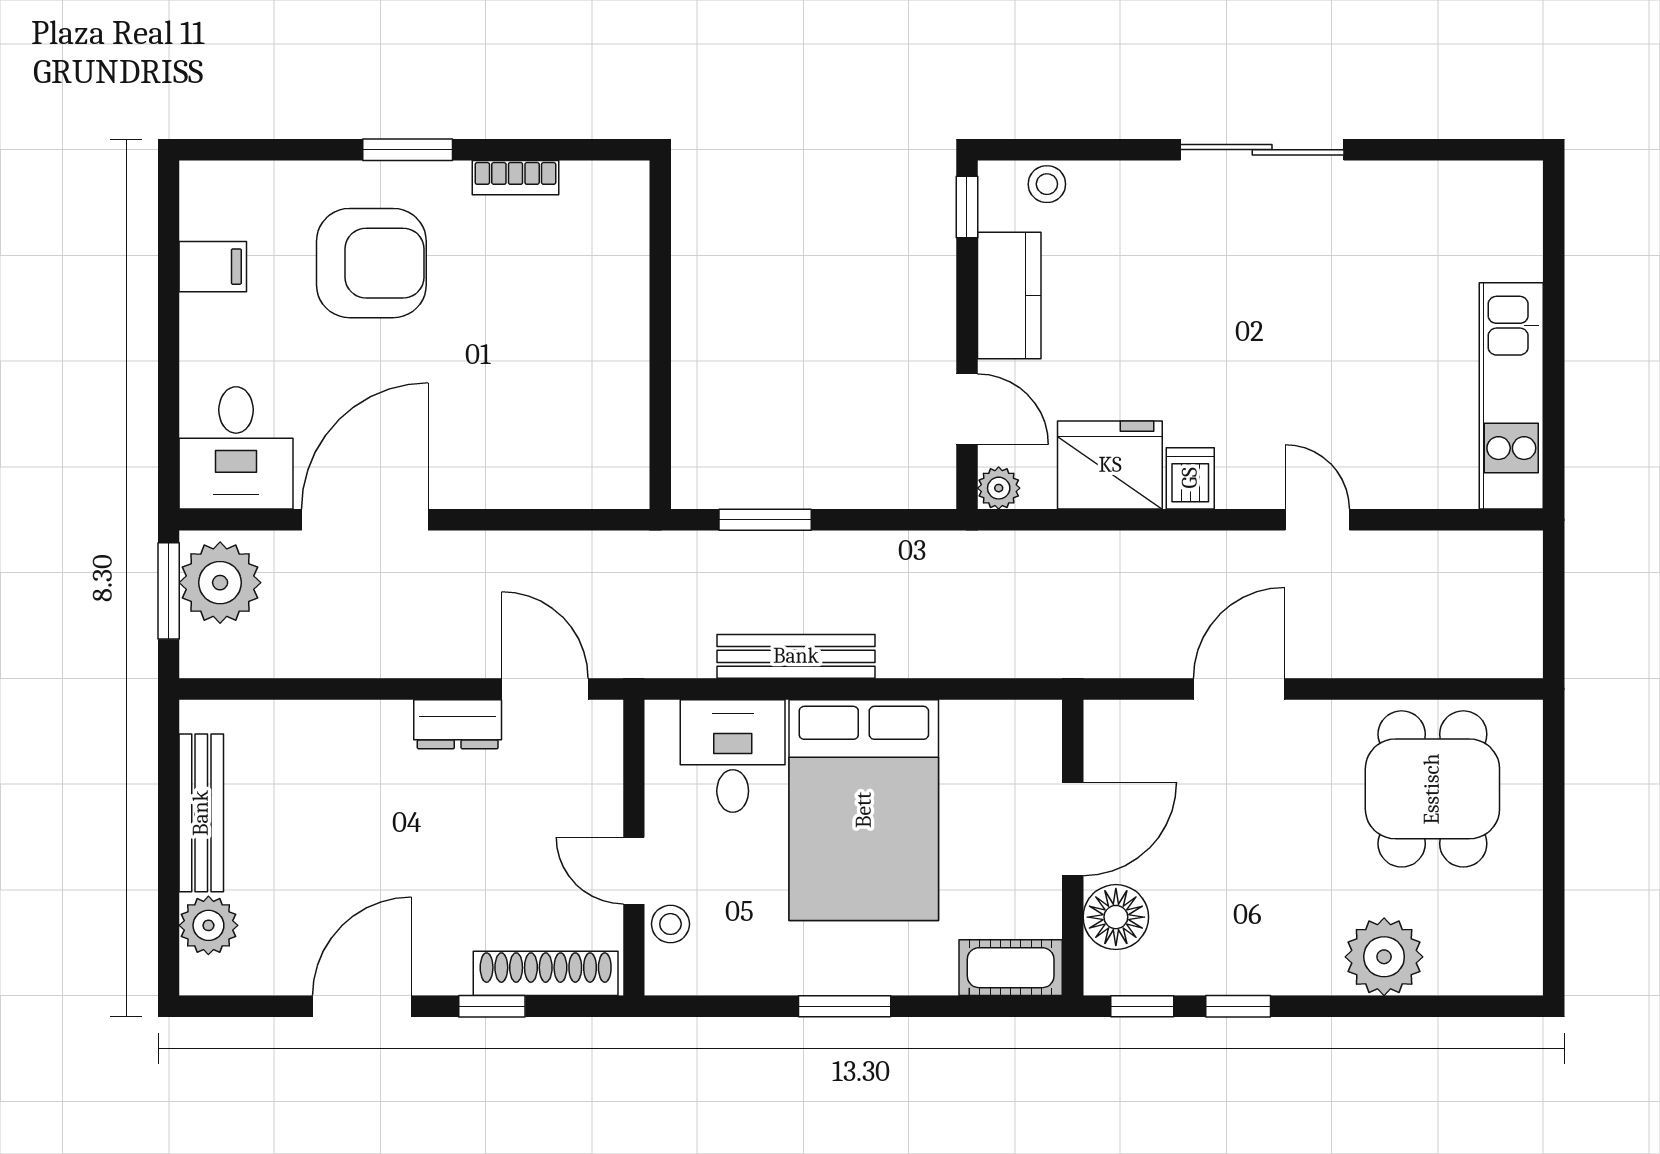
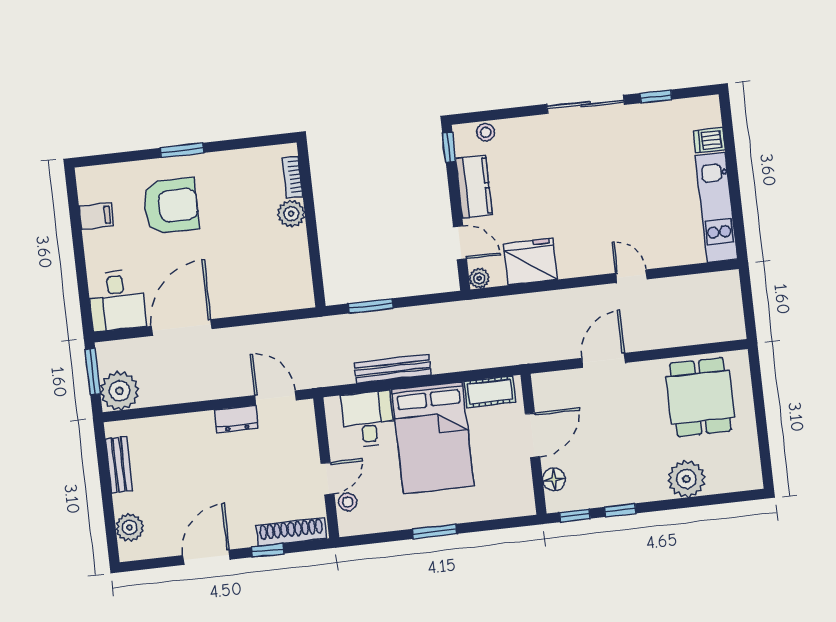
window: (1411, 150) -> (656, 96), added
bookcase: (515, 178) -> (292, 177), moved, turned 90
plant: (621, 308) -> (291, 214), added
dishwasher: (1190, 478) -> (709, 140), moved, turned -90
plant: (220, 583) -> (119, 391), moved
bench: (201, 813) -> (119, 465), width x0.73
door: (634, 871) -> (327, 479), swing flipped
floor lamp: (1116, 917) -> (554, 479), width x0.73, depth x0.73
cot: (1011, 968) -> (490, 392), moved

